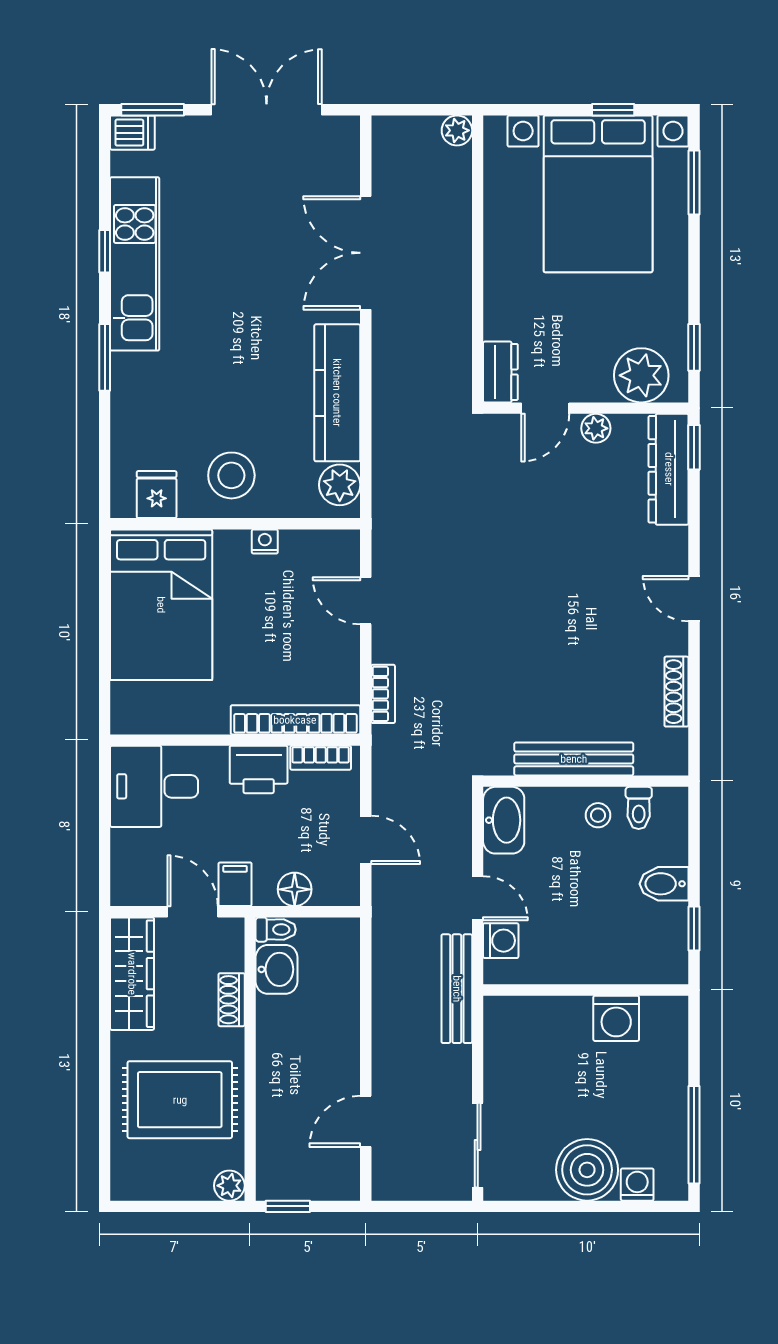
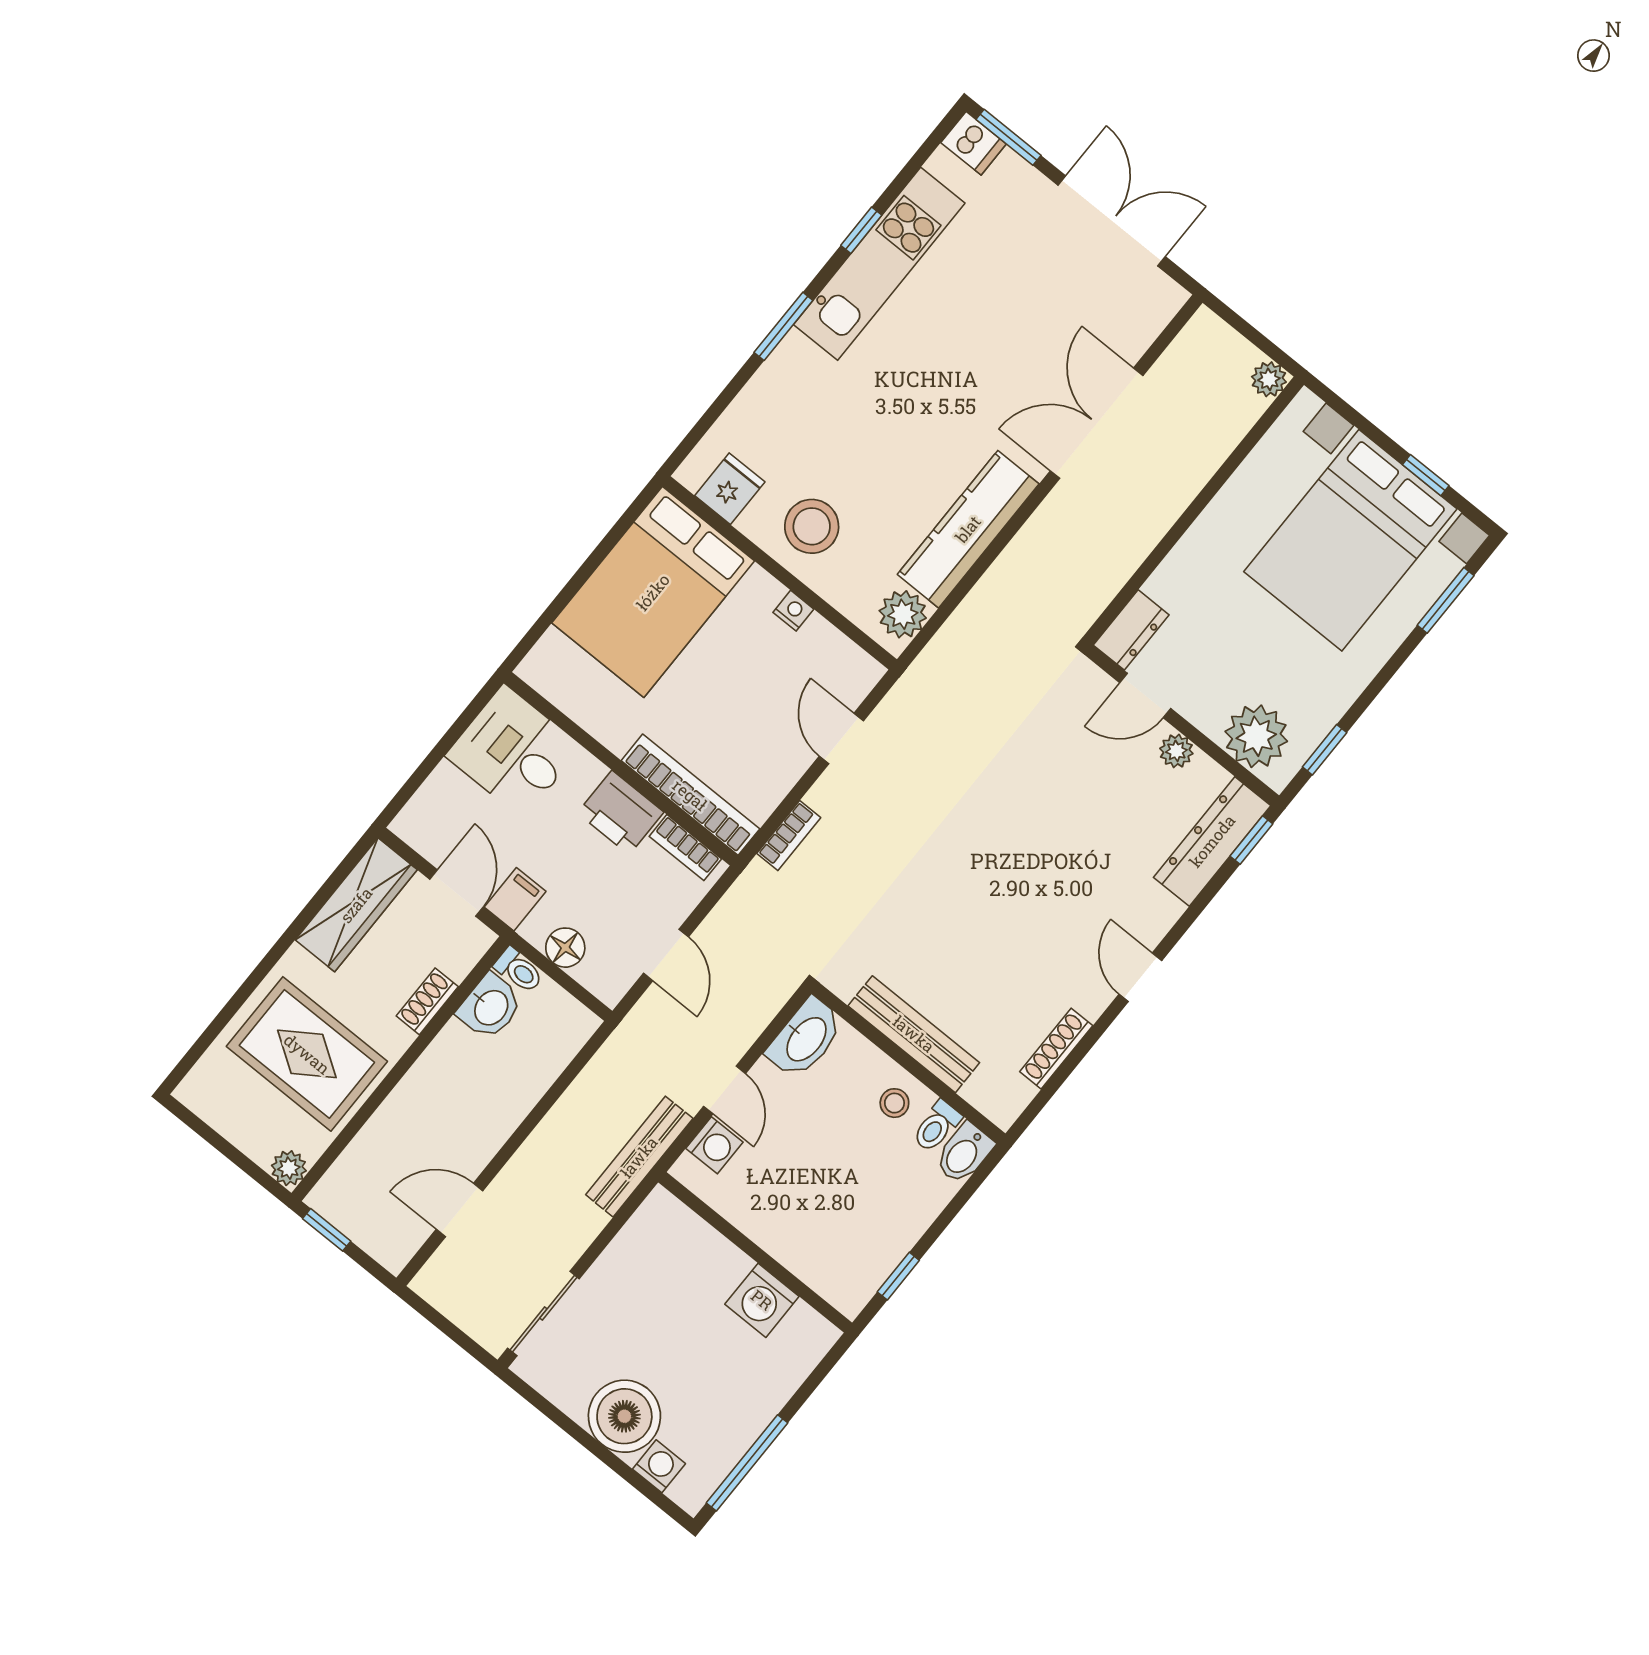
bidet: (664, 884) -> (964, 1153), moved, turned -90

